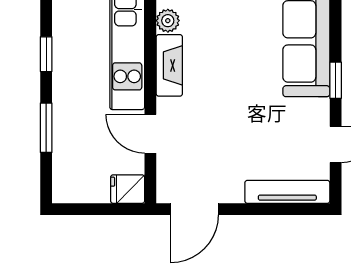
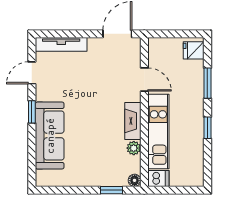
fridge: (128, 189) -> (194, 50), moved, turned 180

